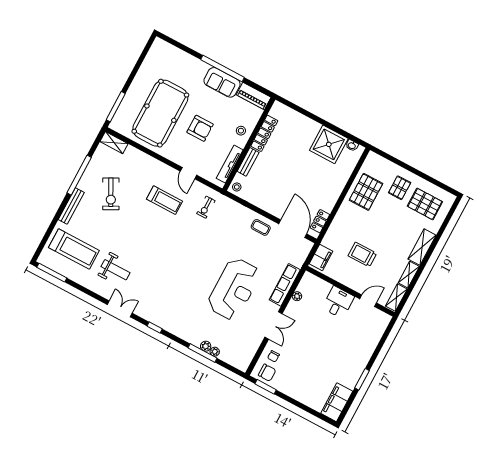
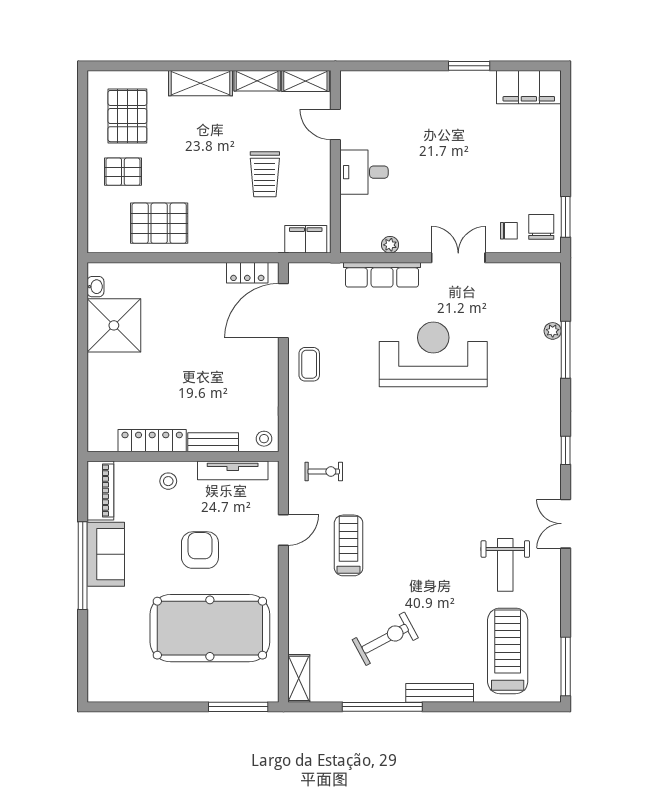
weight bench: (115, 270) -> (505, 565), turned 180
plant: (206, 346) -> (552, 351), removed

